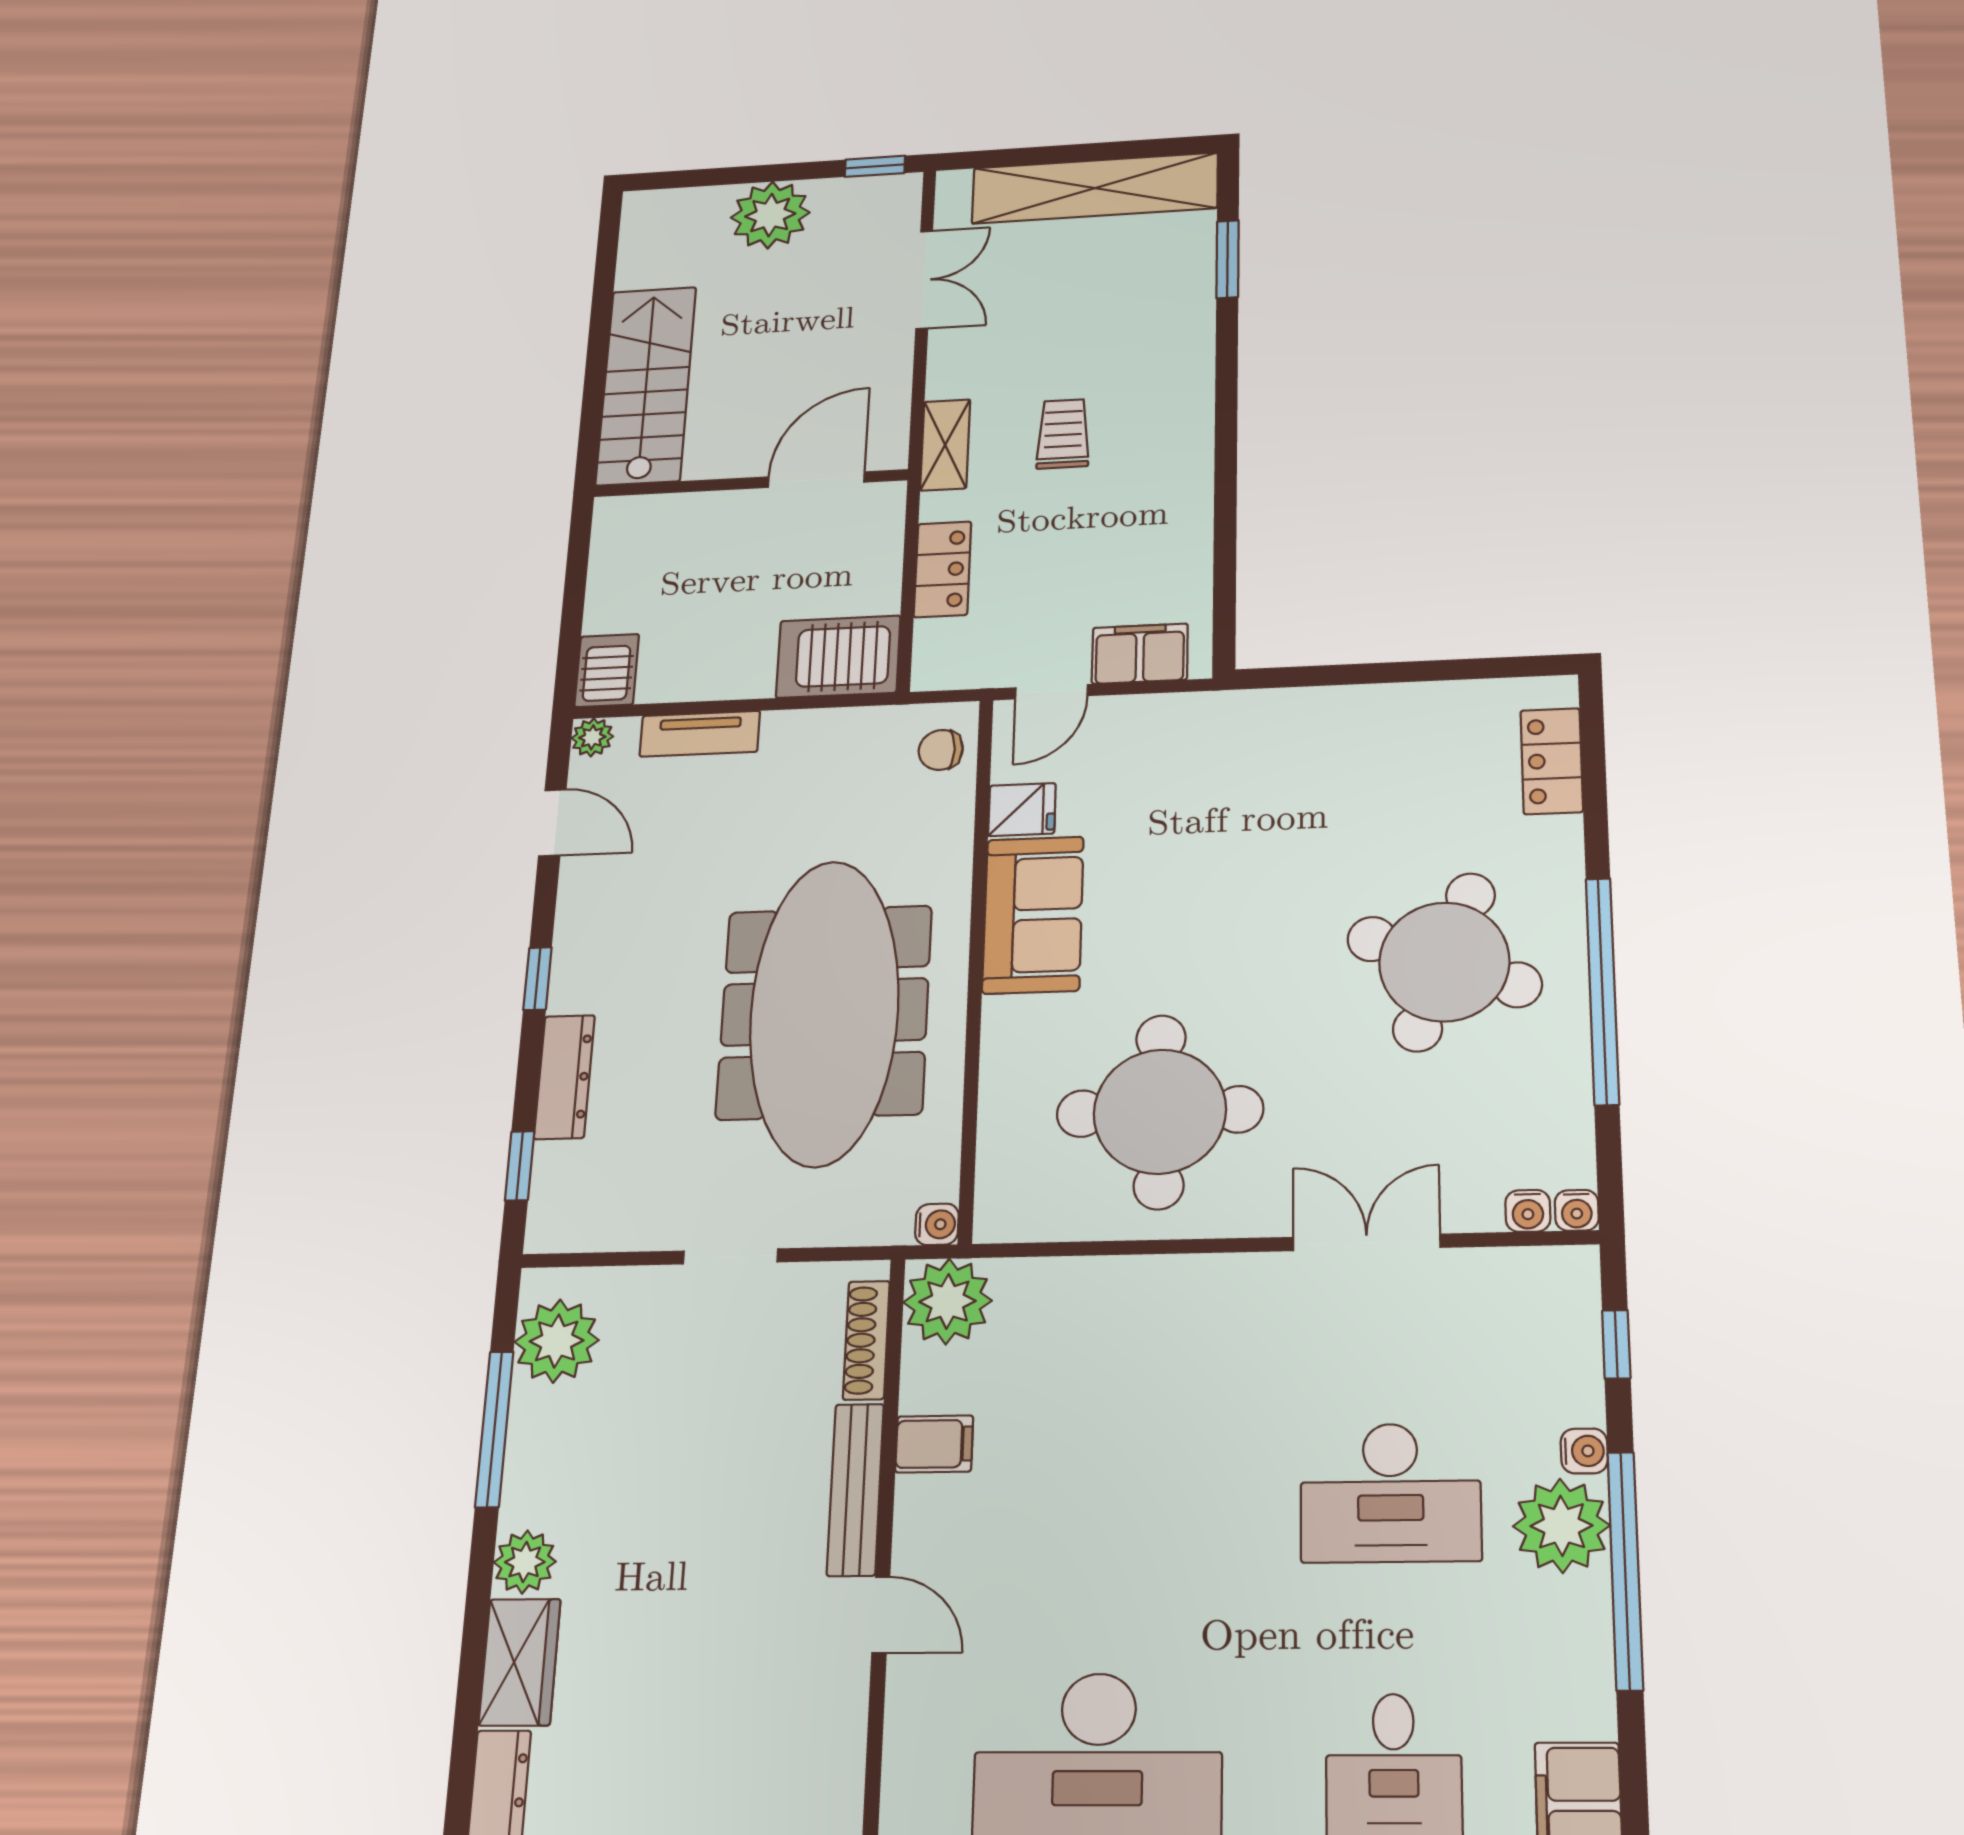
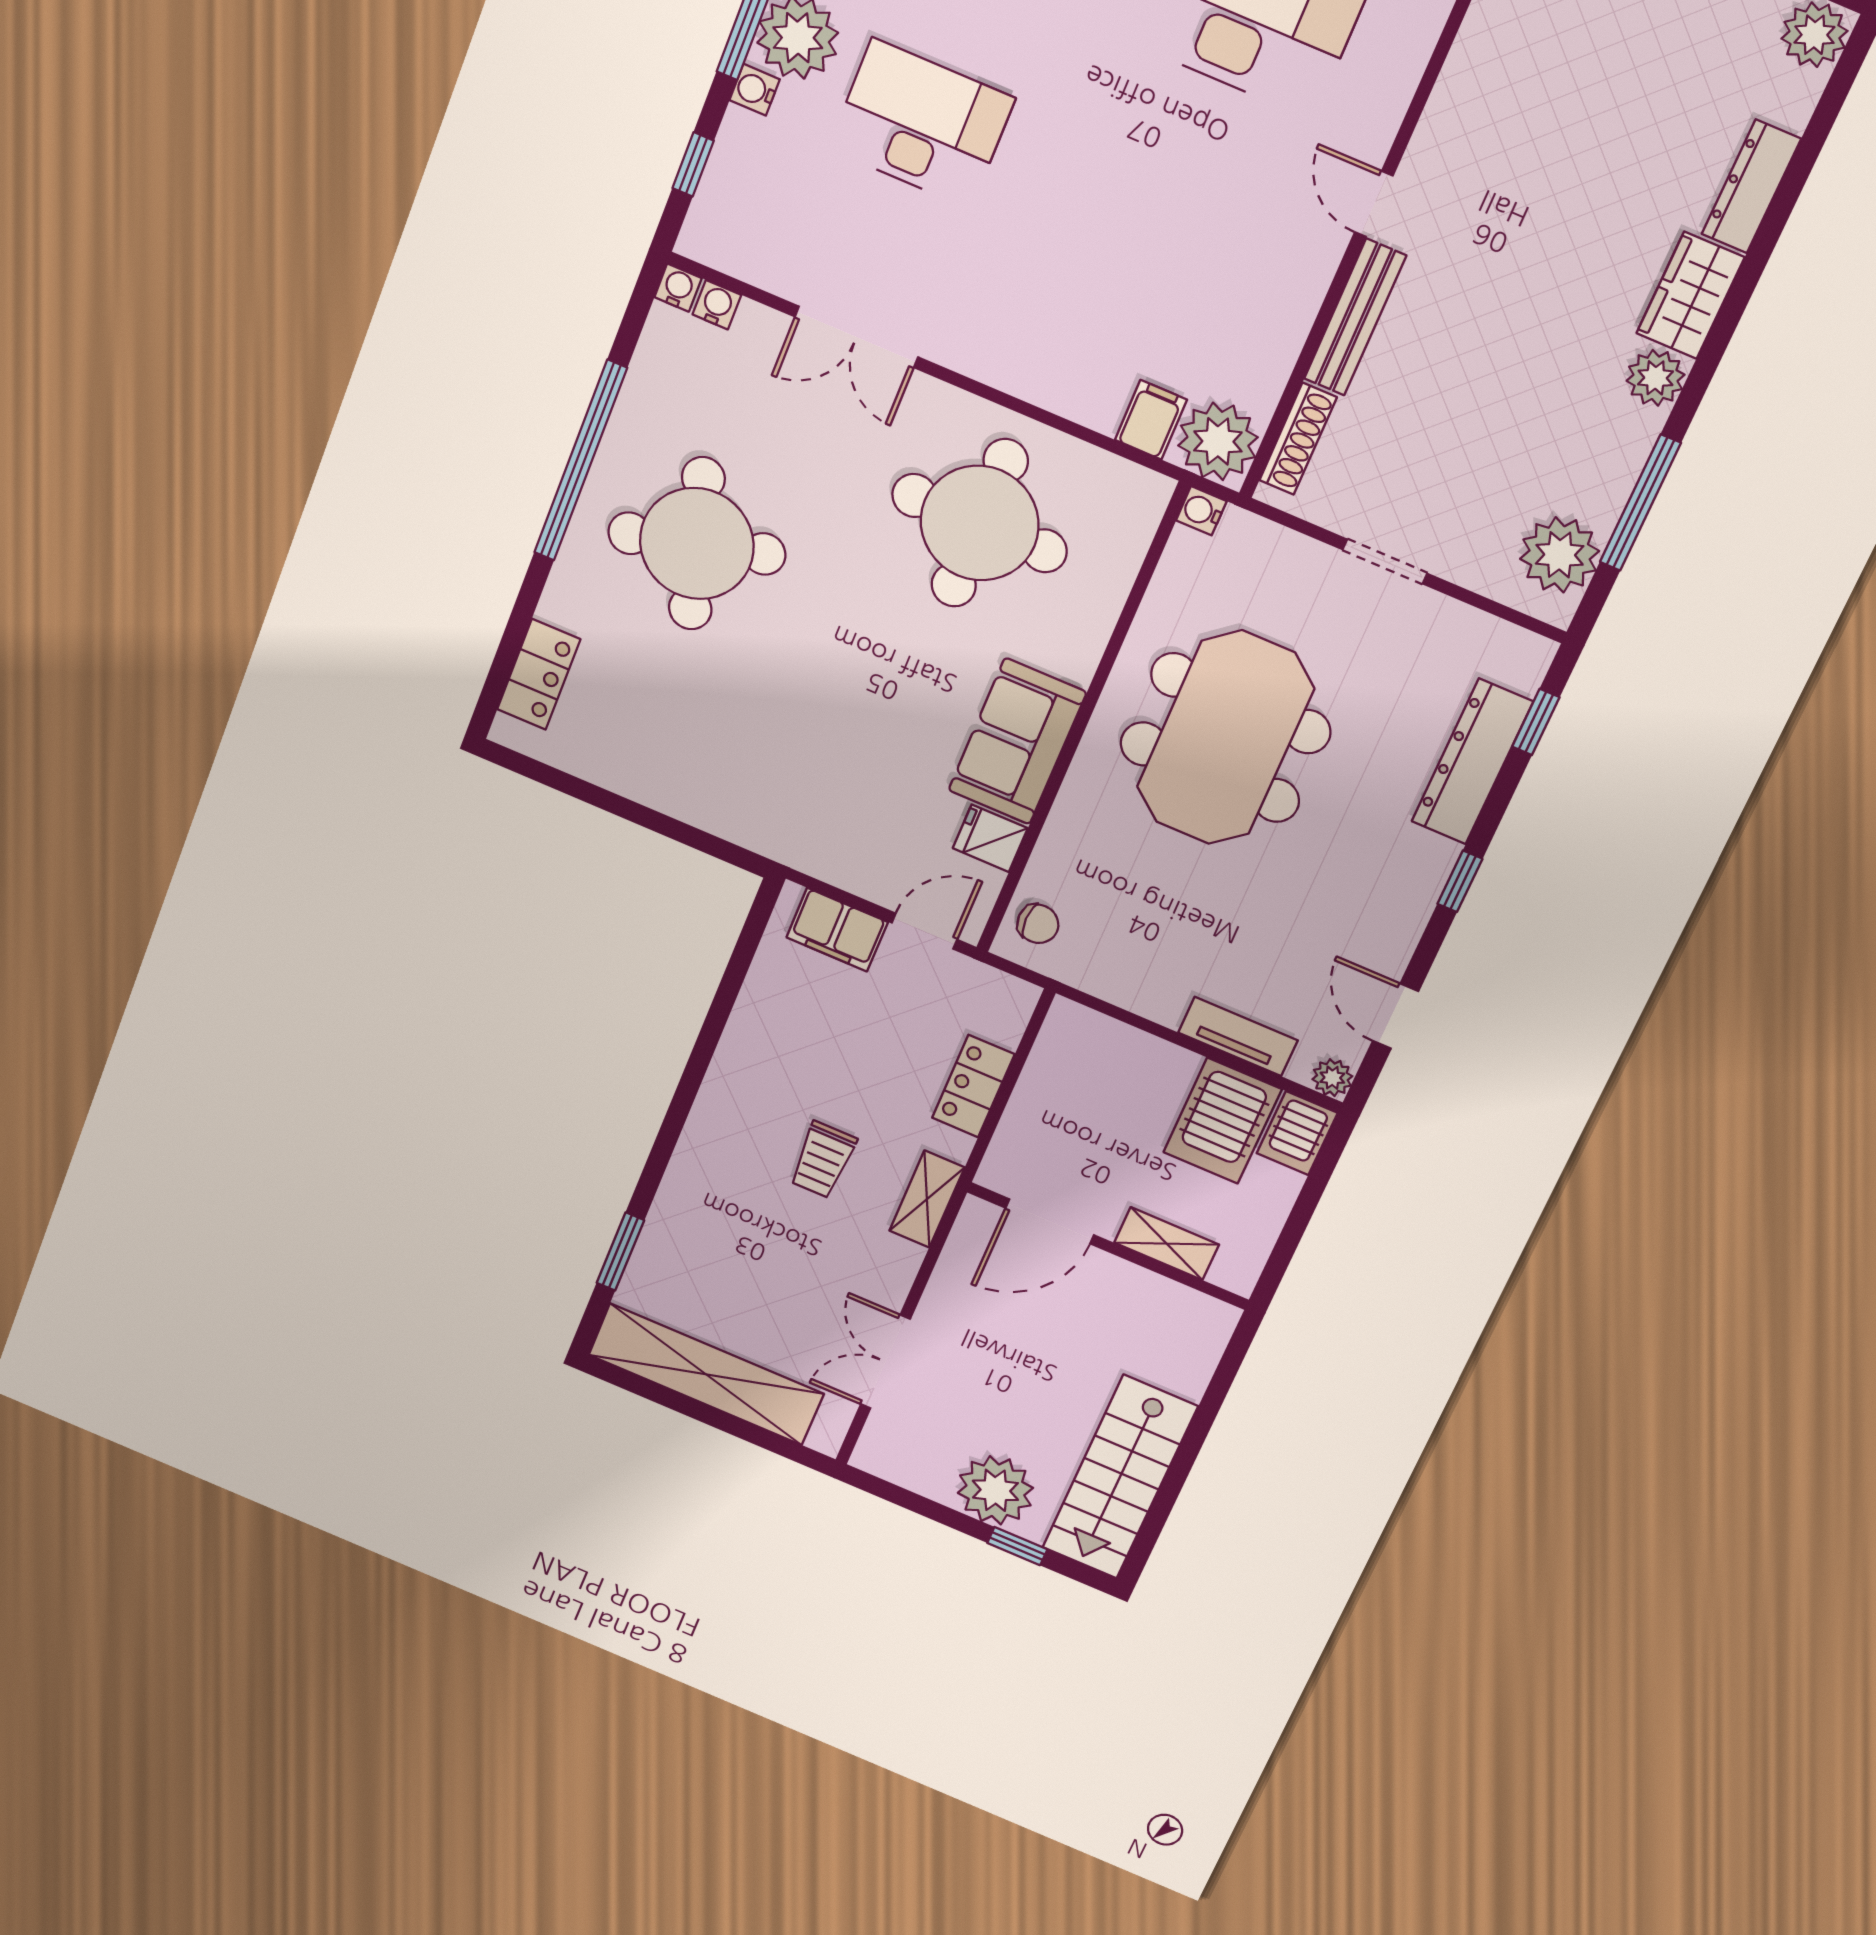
window: (875, 166) -> (1017, 1546), moved
stairs: (646, 385) -> (1120, 1477), moved
shelving: (694, 511) -> (1167, 1244), added
server rack: (838, 657) -> (1222, 1121), moved, turned 90
round table: (1444, 962) -> (697, 544), turned -36
meeting table: (824, 1012) -> (1225, 738), width x0.73
dresser: (564, 1077) -> (1472, 762), width x1.37, depth x1.24
filing cabinet: (934, 1444) -> (1151, 420), moved, turned 90

